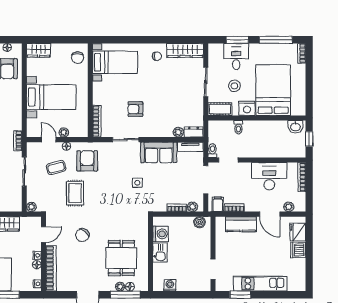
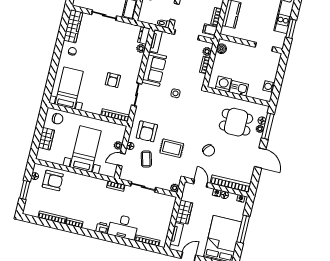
wardrobe: (38, 50) -> (46, 139), moved
armchair: (87, 161) -> (147, 131), turned -90

